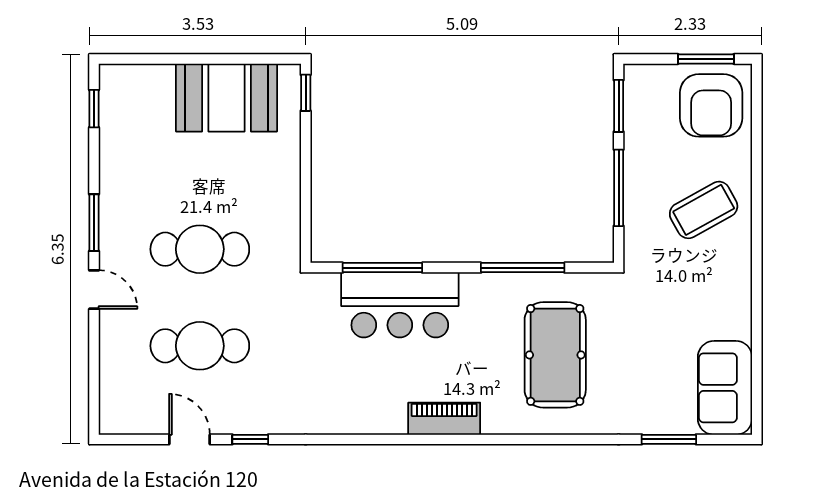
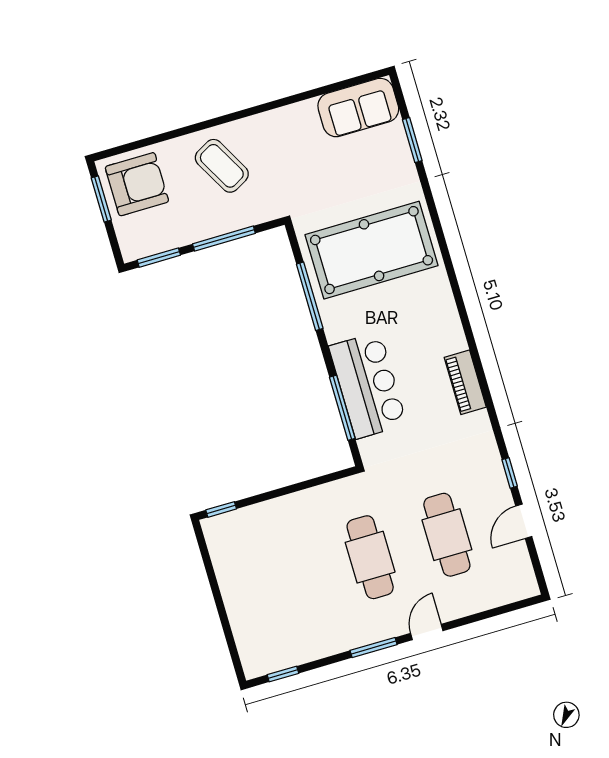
booth: (226, 98) -> (243, 571), removed
pool table: (555, 355) -> (372, 250), width x1.36, depth x1.32
piano: (444, 419) -> (465, 382), moved

